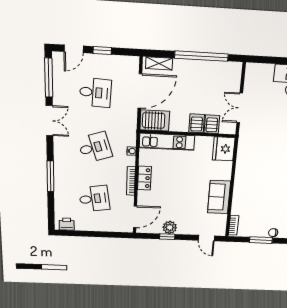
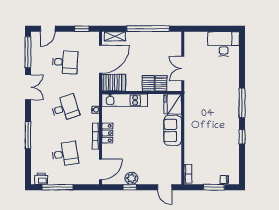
window: (102, 50) -> (82, 29), moved
sofa: (219, 197) -> (173, 130), moved
window: (85, 234) -> (58, 187), added

